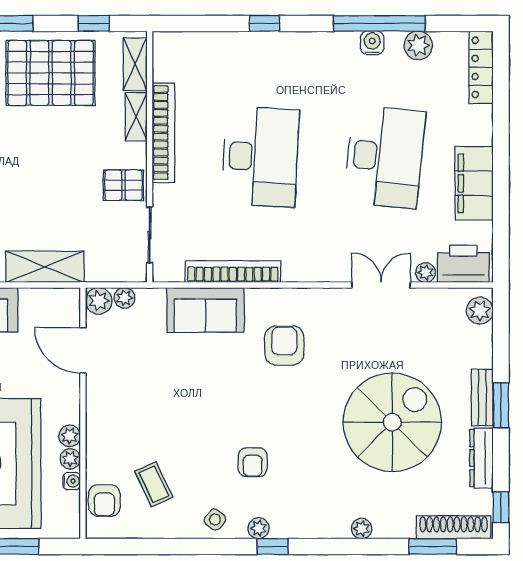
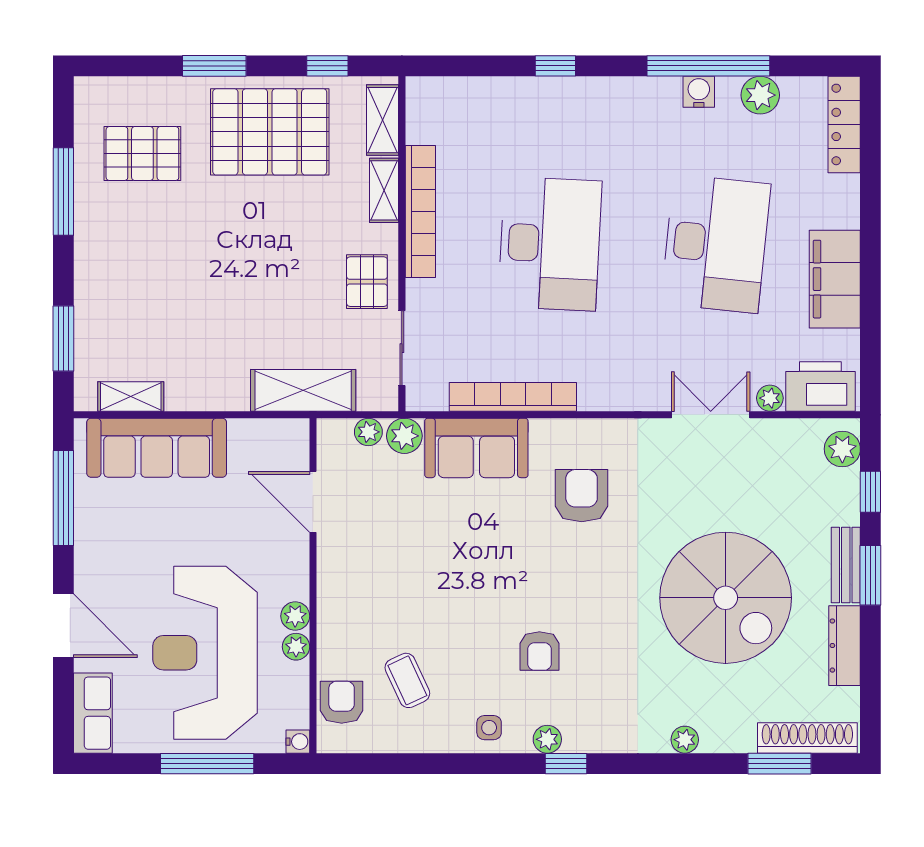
pallet: (123, 185) -> (367, 282), turned 90
shelving: (45, 267) -> (303, 390), moved
plant: (99, 301) -> (404, 436), moved
spiral stairs: (392, 422) -> (726, 598), turned 90
water cooler: (72, 481) -> (298, 742), moved
armchair: (104, 500) -> (342, 702), turned 180
window: (501, 507) -> (870, 492), moved
side table: (215, 520) -> (489, 728), turned -38

